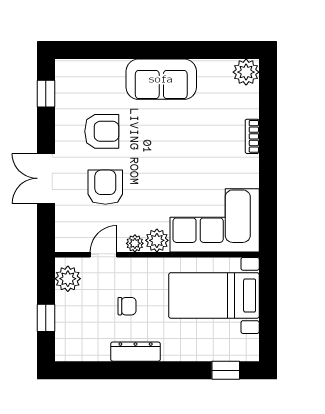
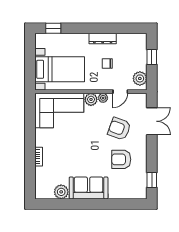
plant: (246, 72) -> (61, 192), moved
double door: (46, 178) -> (152, 121), moved
armchair: (105, 187) -> (119, 129), turned 110

